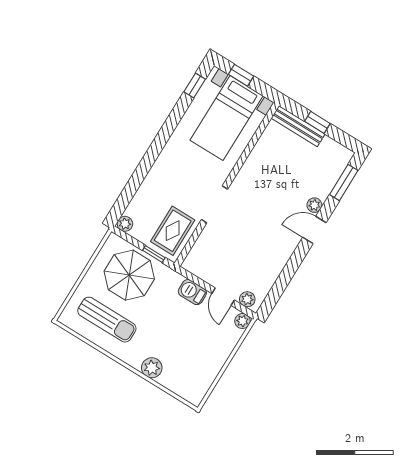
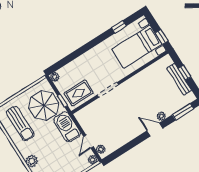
window: (241, 75) -> (162, 37), moved
window: (195, 86) -> (119, 27), moved
bench: (298, 126) -> (179, 79), moved
barbecue: (192, 292) -> (67, 127), width x1.88, depth x1.53

